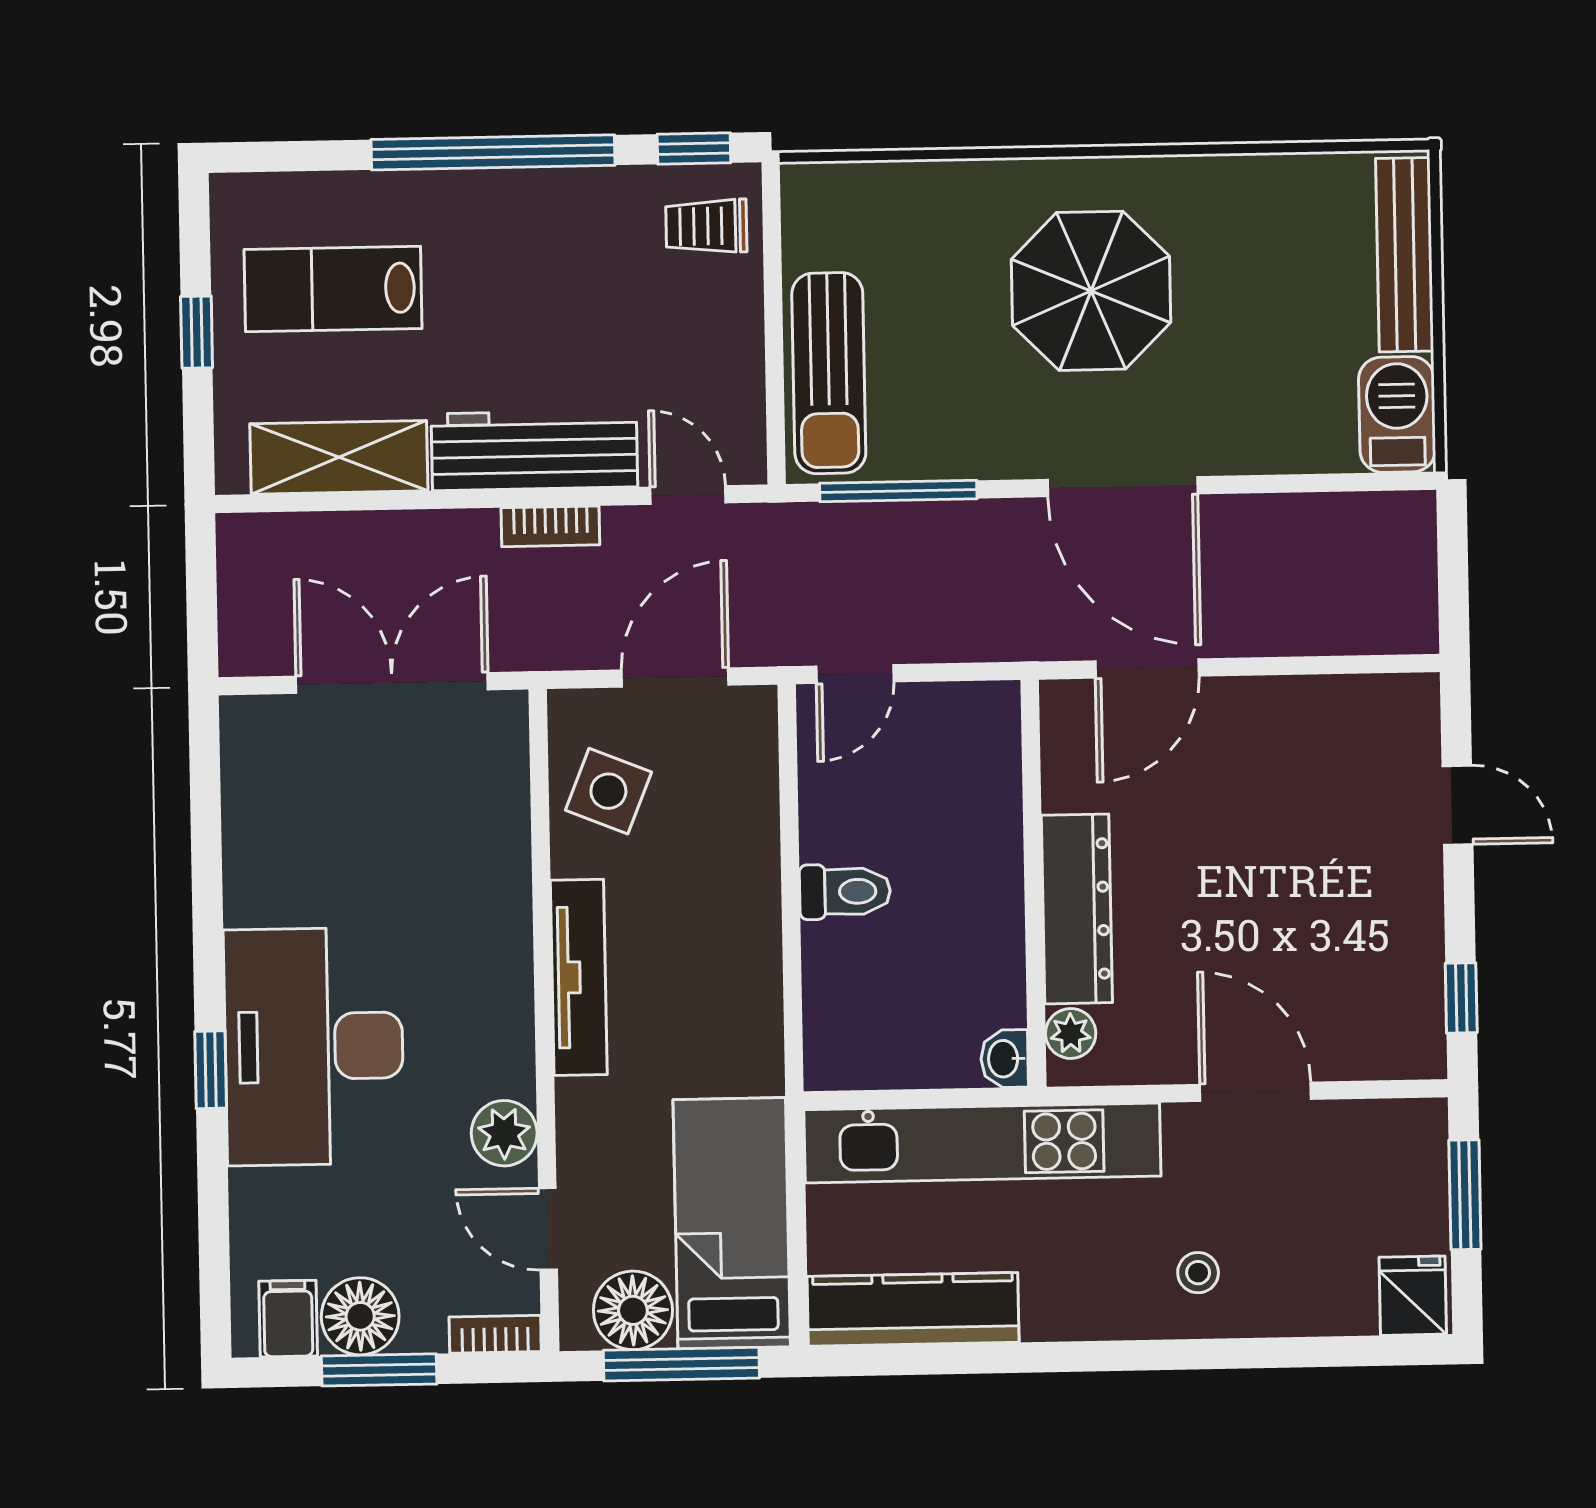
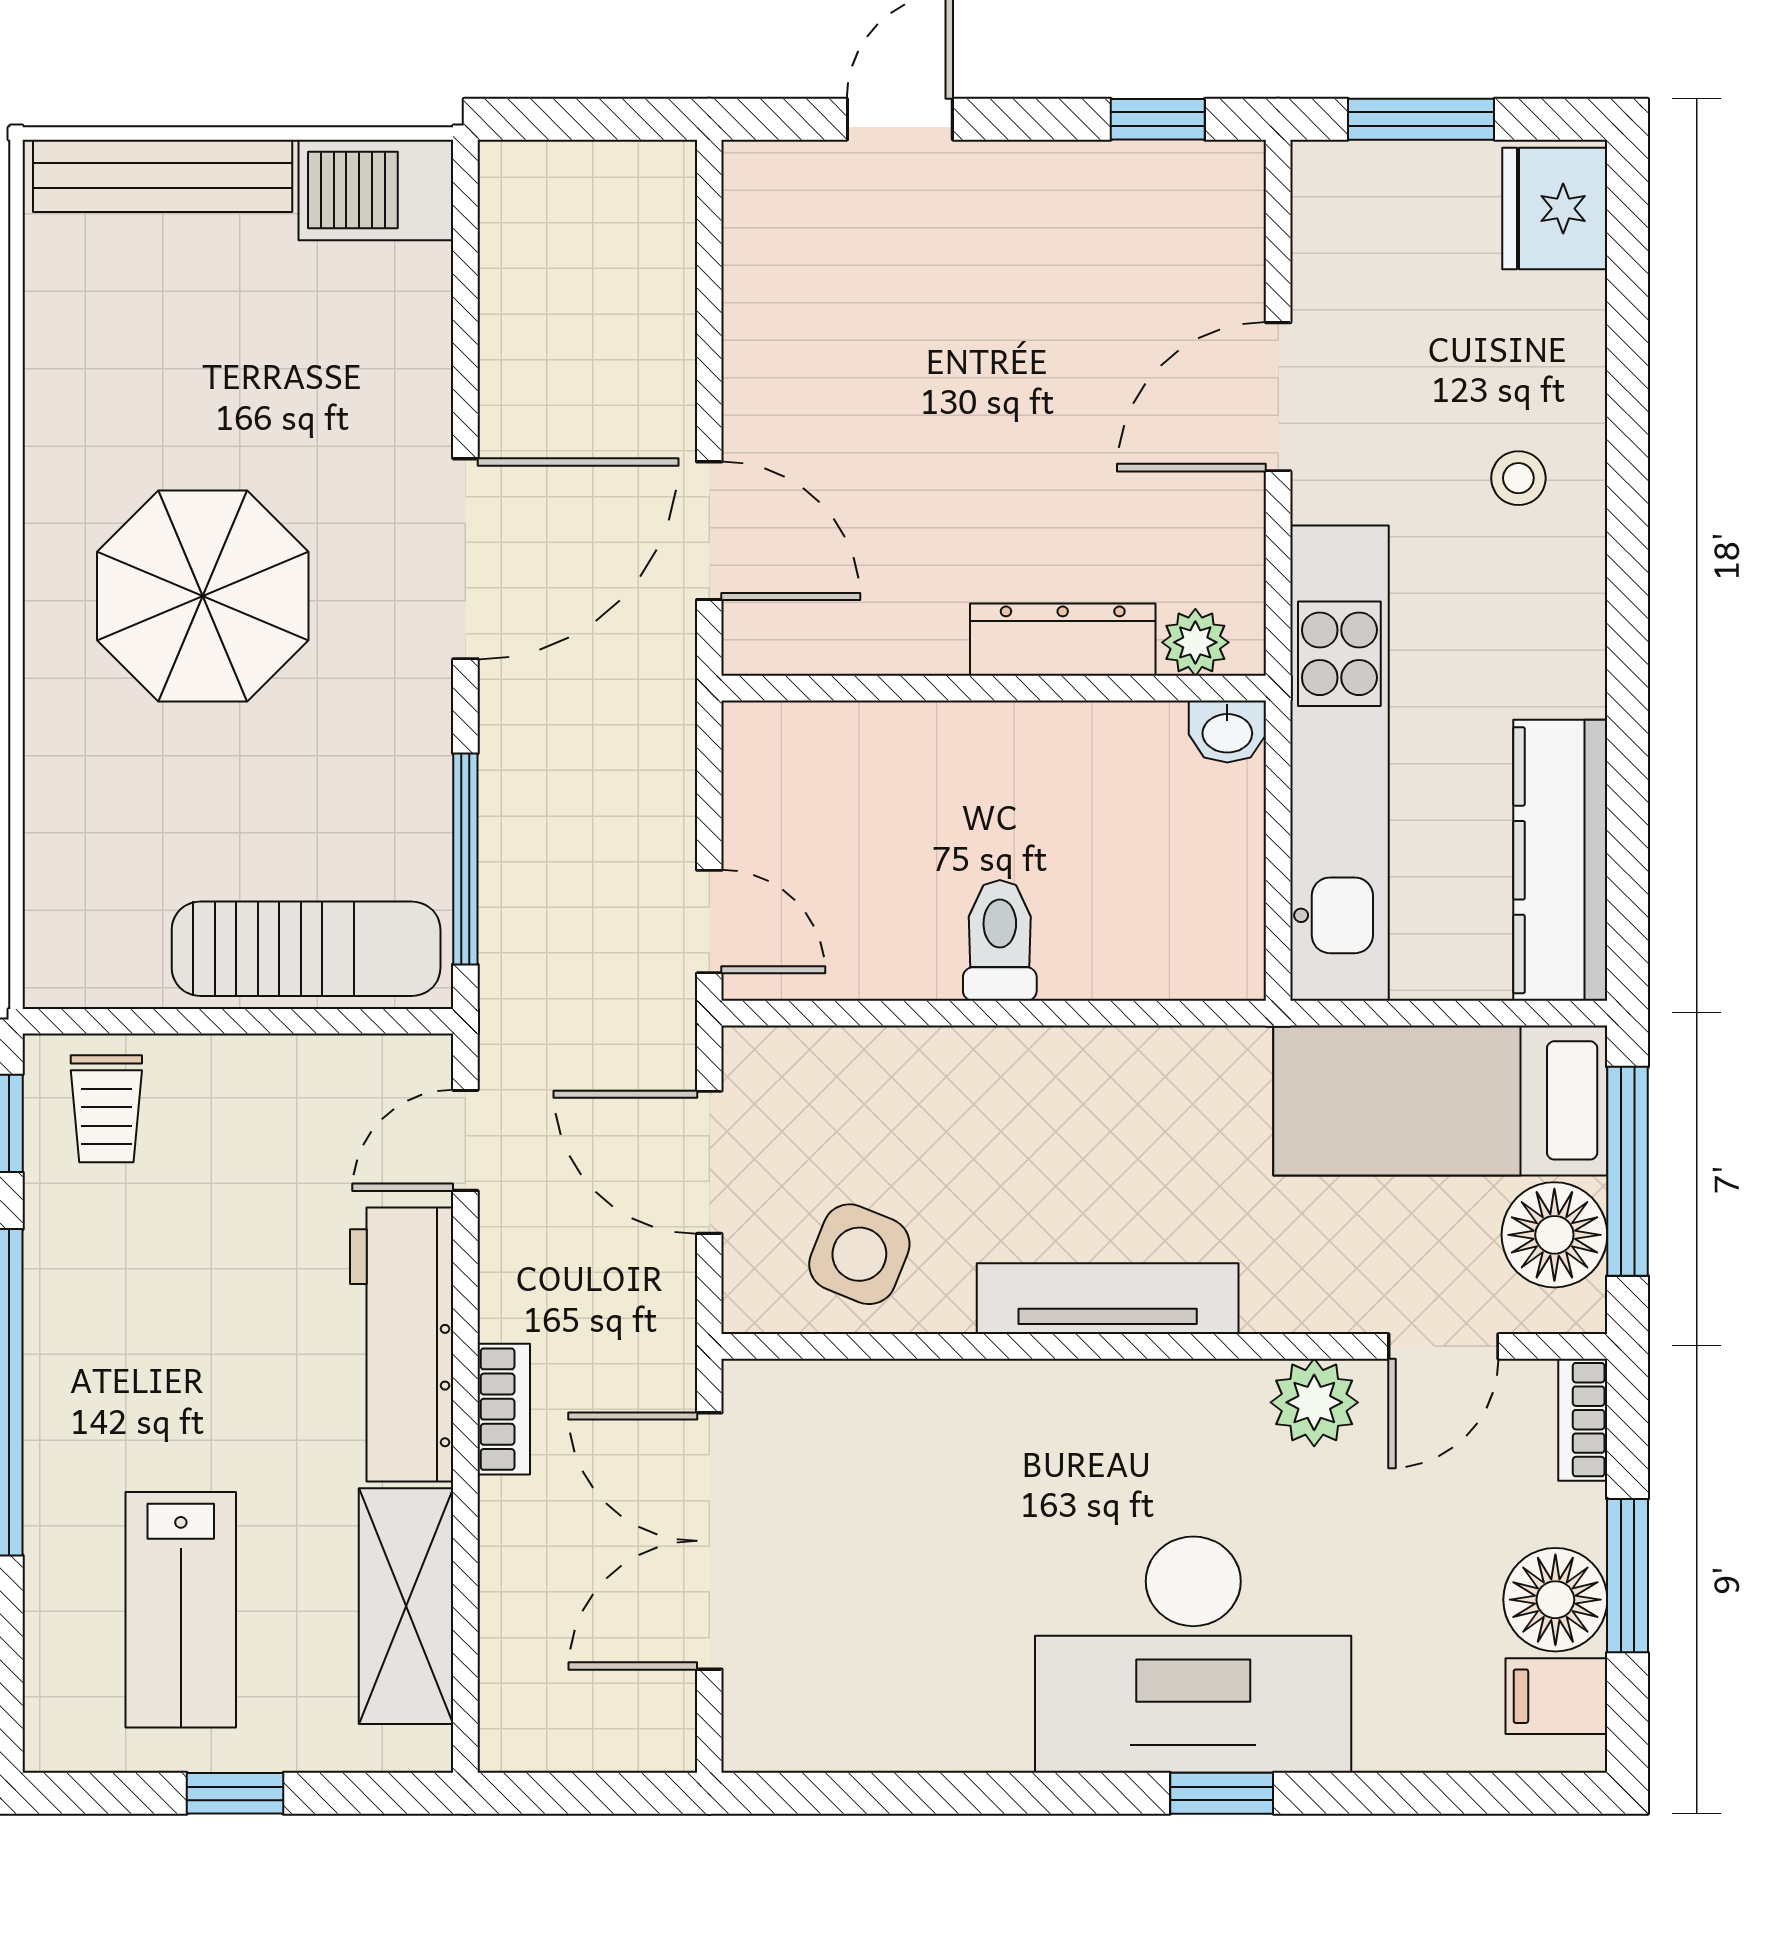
bookcase: (550, 526) -> (504, 1409), moved
dresser: (1077, 909) -> (1063, 640), width x0.73, depth x0.80
fridge: (1413, 1296) -> (1555, 209), width x1.38

